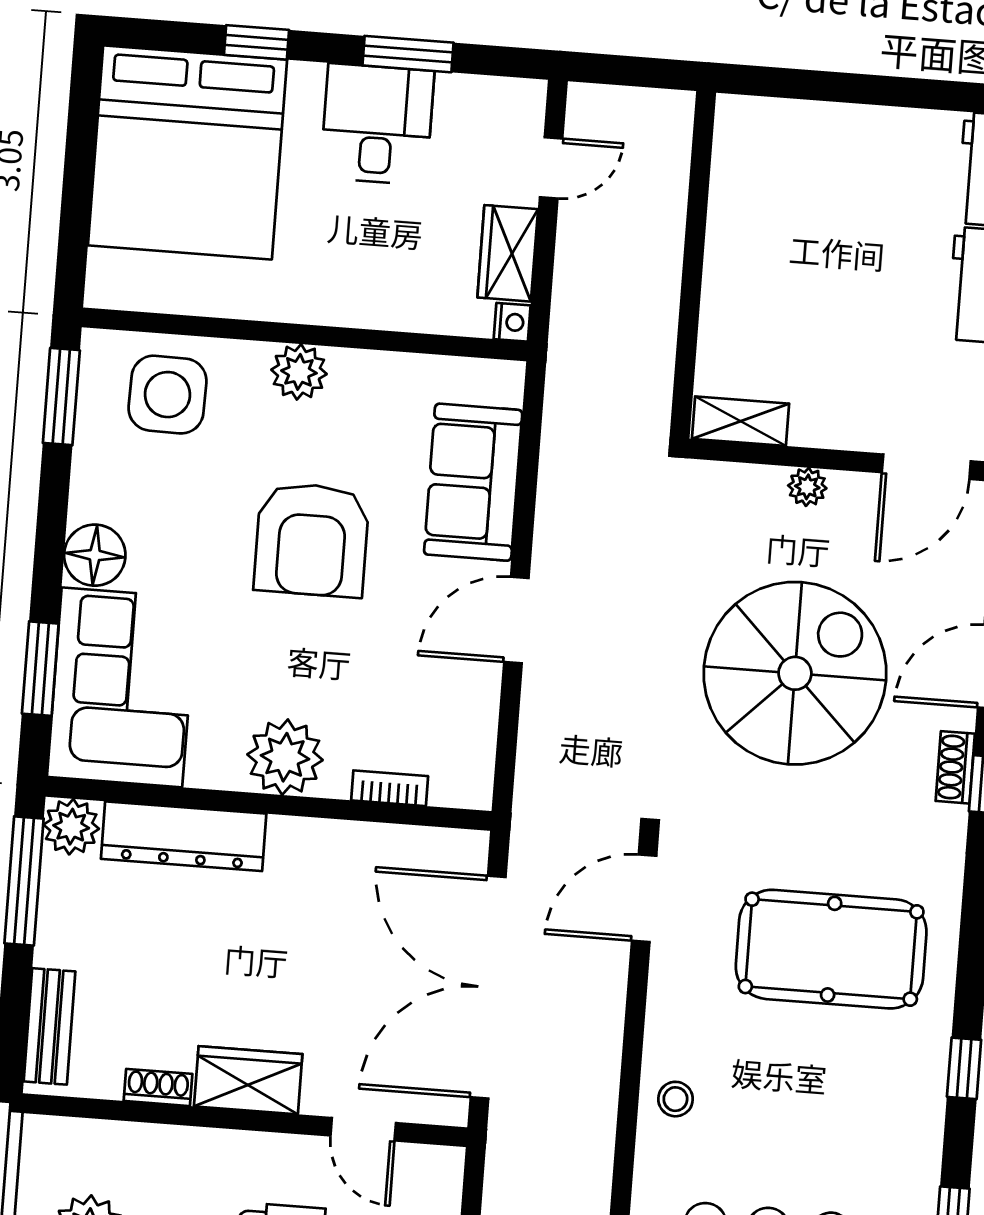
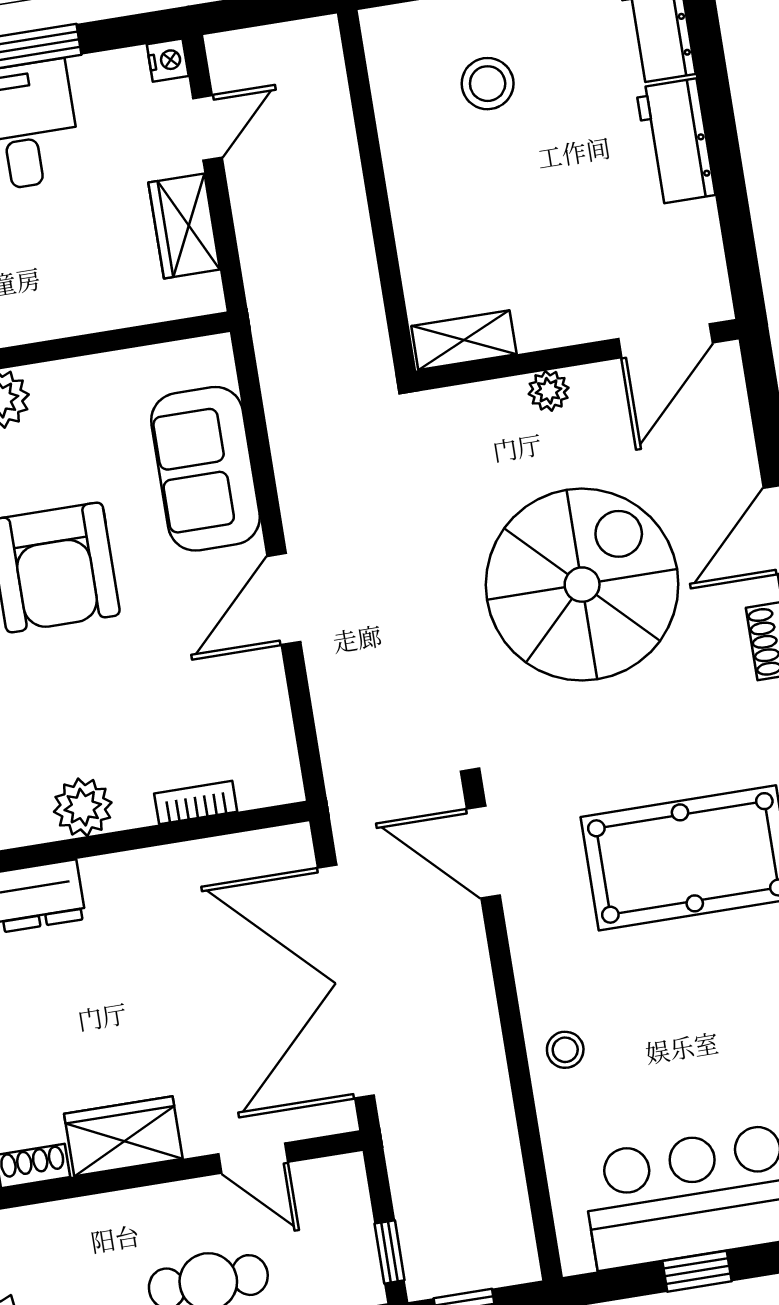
stool: (820, 190) -> (488, 84), added
nightstand: (512, 322) -> (168, 60), moved
plant: (285, 757) -> (83, 807), width x0.73, depth x0.73
door: (644, 898) -> (483, 852), hinge flipped

